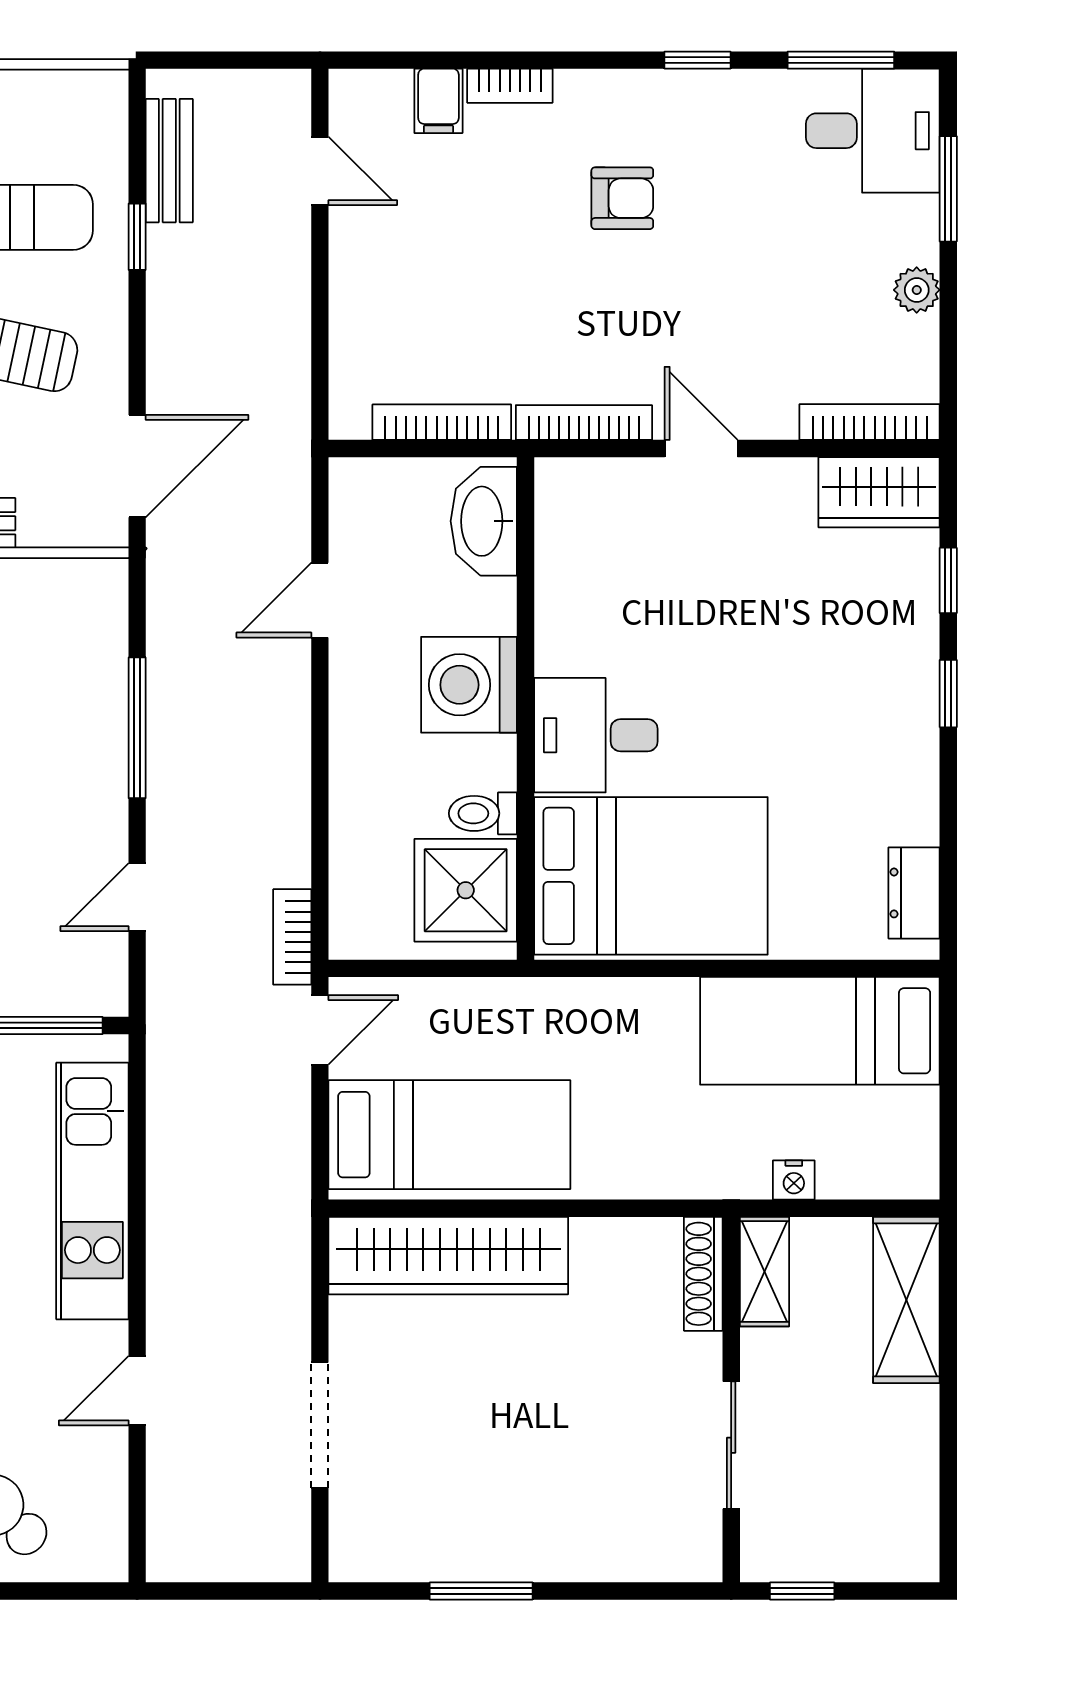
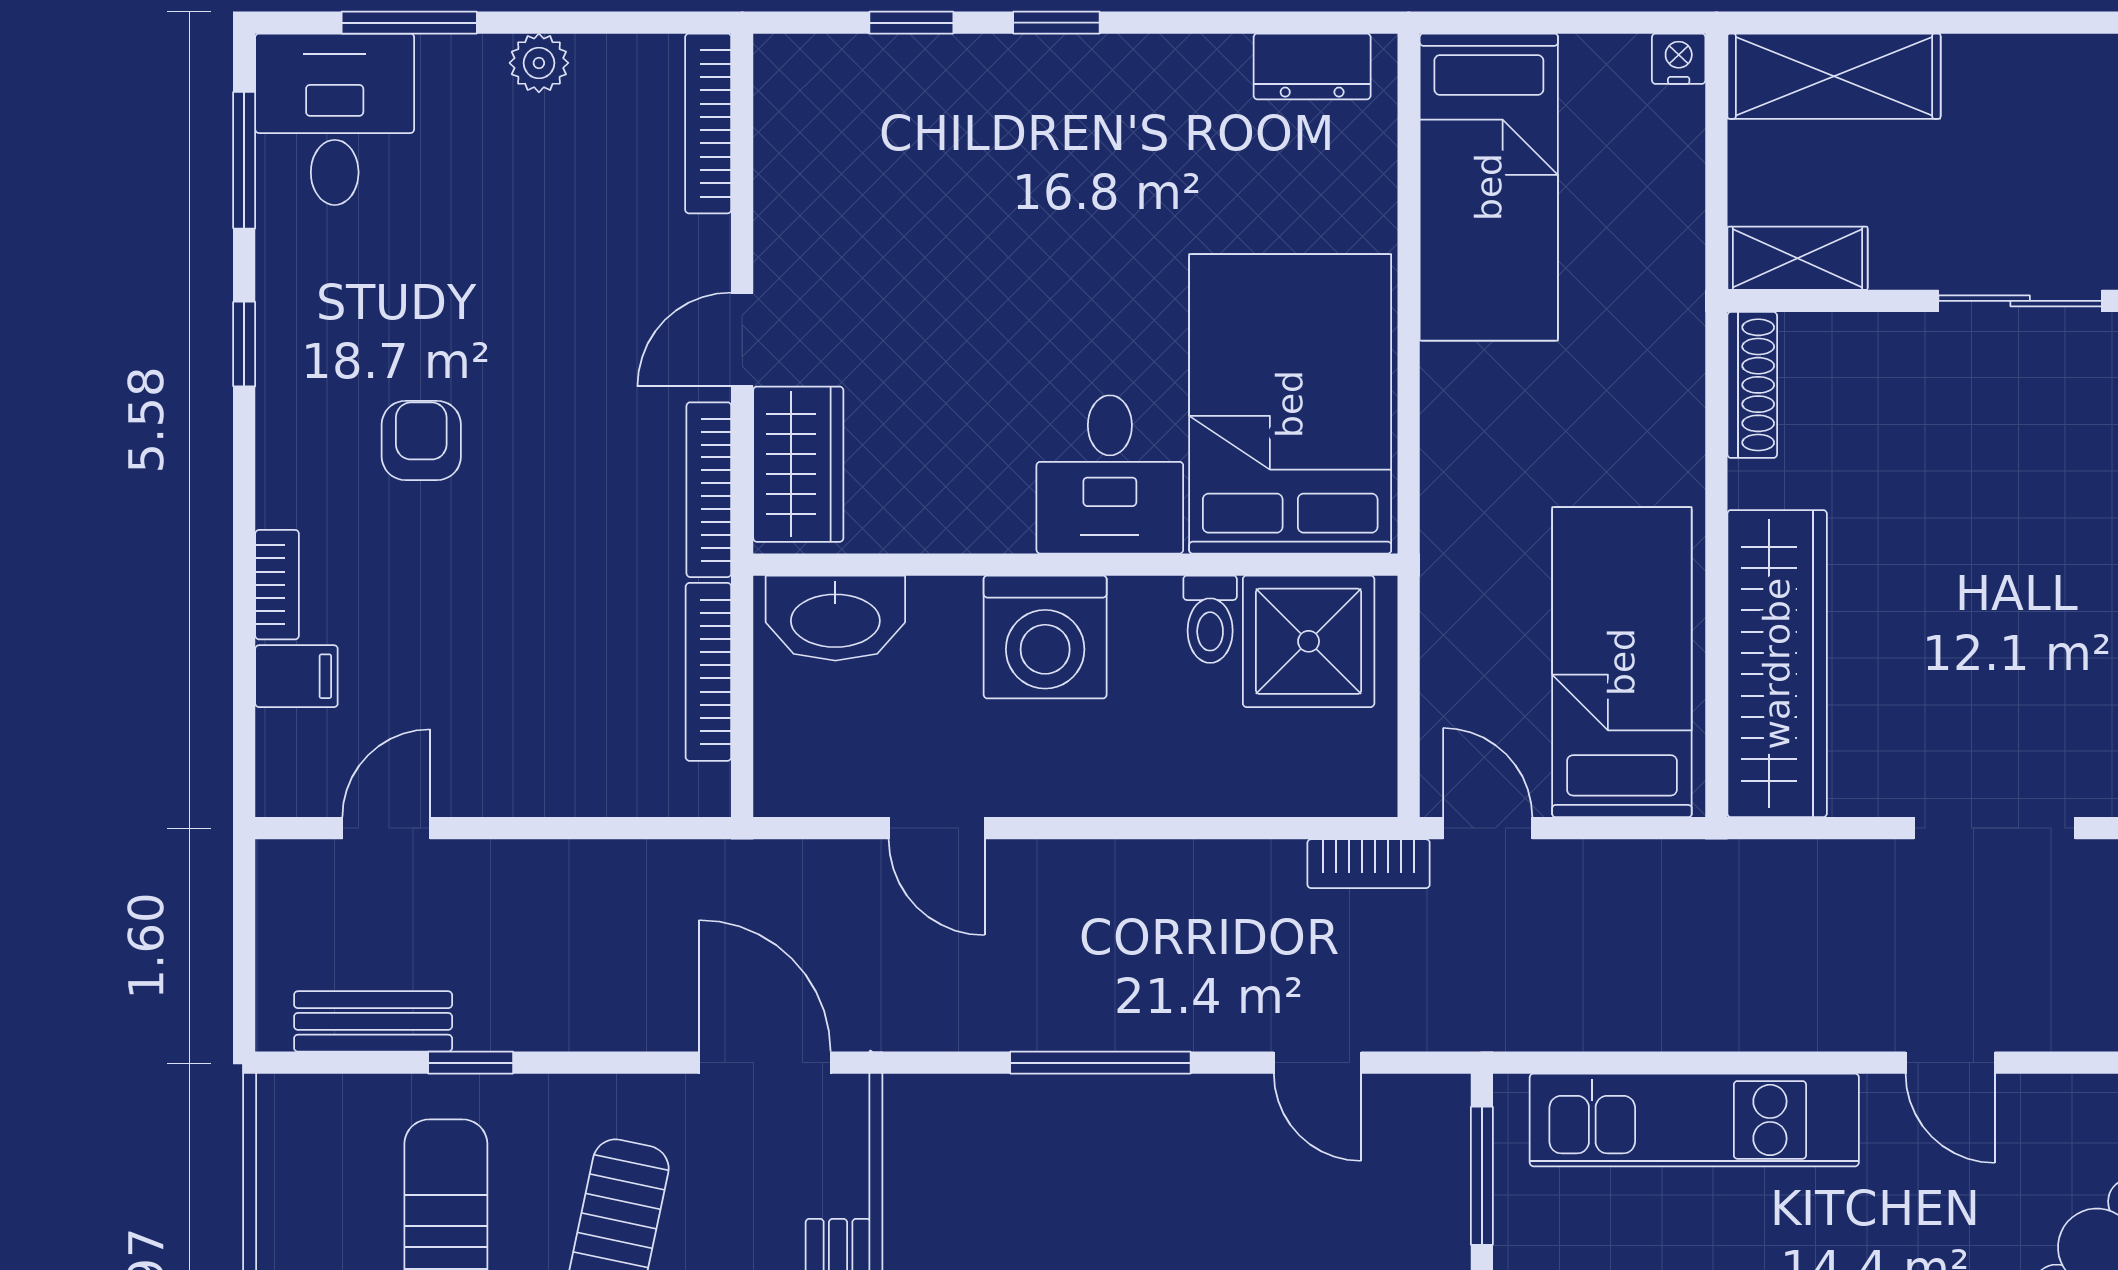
wardrobe: (879, 492) -> (798, 464), moved
nightstand: (794, 1180) -> (1679, 59), moved, turned -90
shoe rack: (703, 1274) -> (1752, 385), moved, turned -90

